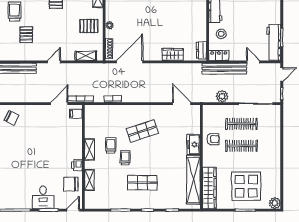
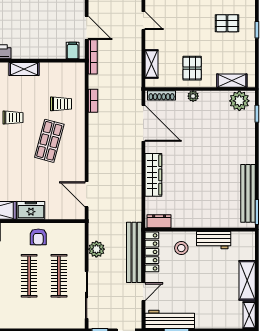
wardrobe: (173, 54) -> (153, 175), width x1.50
locker: (219, 56) -> (152, 252), width x1.53
door: (182, 104) -> (87, 194), swing flipped
shop shelf: (142, 131) -> (49, 141), turned 33
trolley: (111, 145) -> (61, 104), moved

